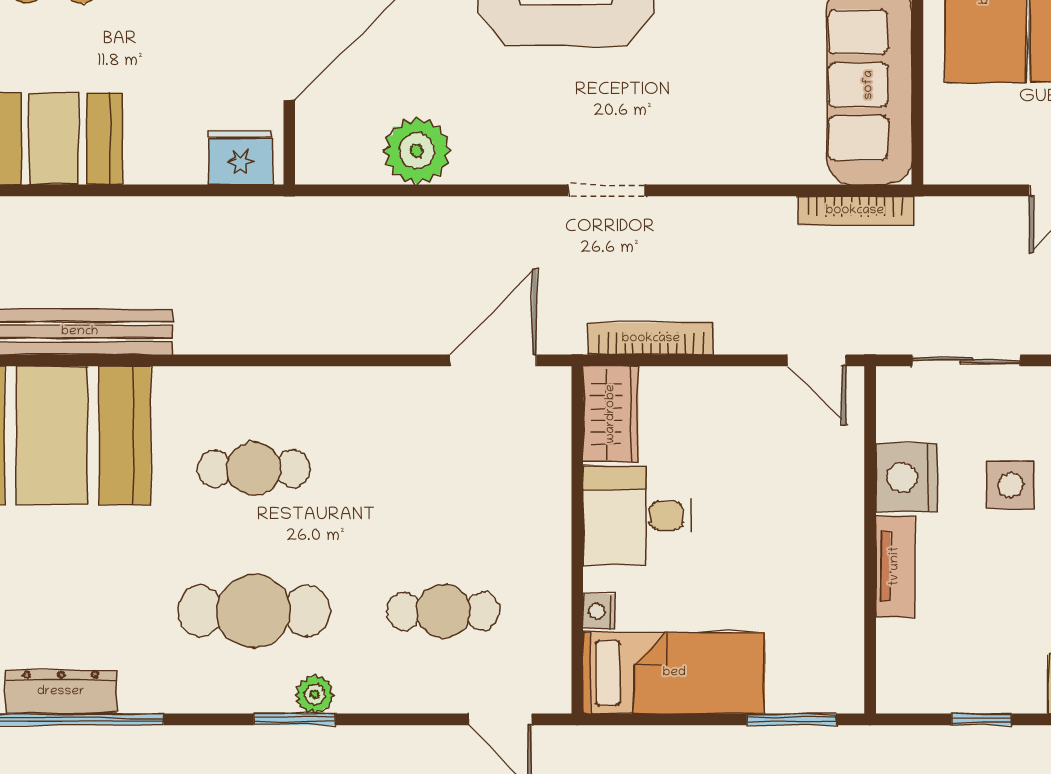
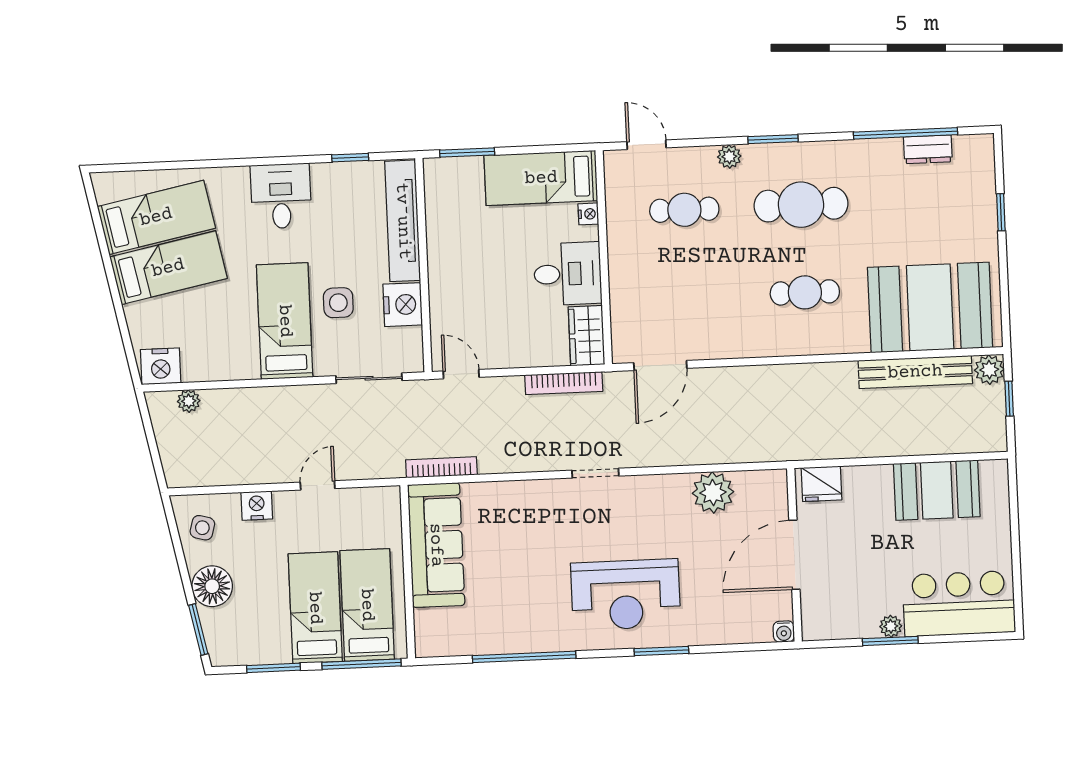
tv unit: (895, 566) -> (403, 221), width x1.92, depth x1.29
dresser: (61, 692) -> (928, 149), width x0.70
plant: (315, 694) -> (729, 157), moved

